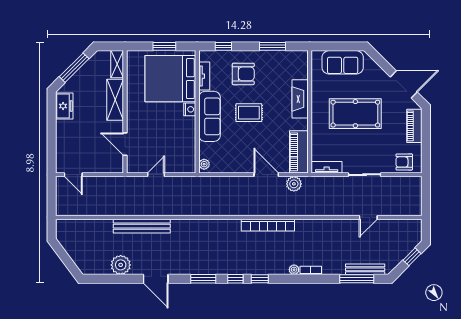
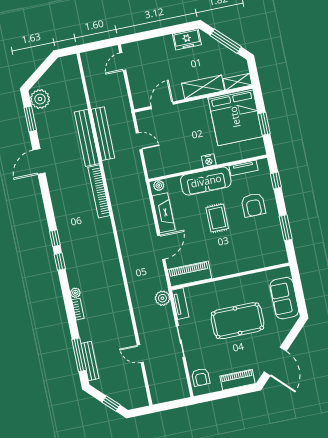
bed: (170, 79) -> (235, 117), moved, turned 180
fireplace: (300, 99) -> (164, 213), moved, turned 90
pool table: (355, 114) -> (238, 321), turned 90
armchair: (404, 162) -> (201, 377), turned 180
plant: (294, 184) -> (162, 298), moved
bench: (141, 209) -> (103, 134), added
bookcase: (268, 225) -> (99, 191), moved
plant: (121, 265) -> (40, 99), moved
window: (203, 279) -> (30, 119), moved

